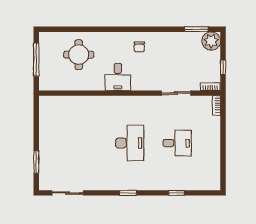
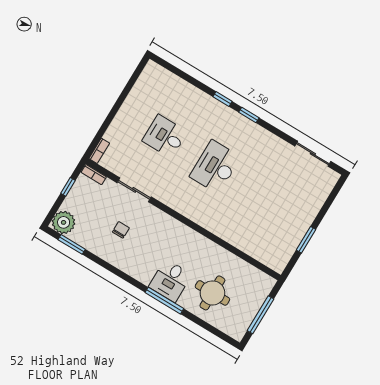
window: (109, 29) -> (164, 301), added
chair: (139, 47) -> (121, 230), moved
desk: (118, 77) -> (170, 281), moved, turned 180
window: (36, 162) -> (306, 240), moved
window: (177, 193) -> (222, 99), moved

